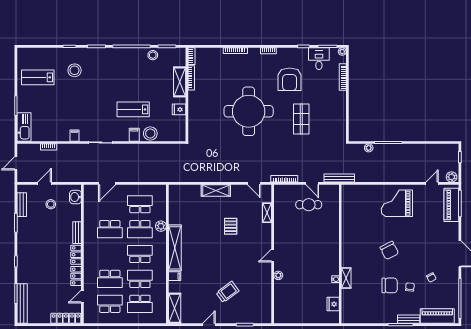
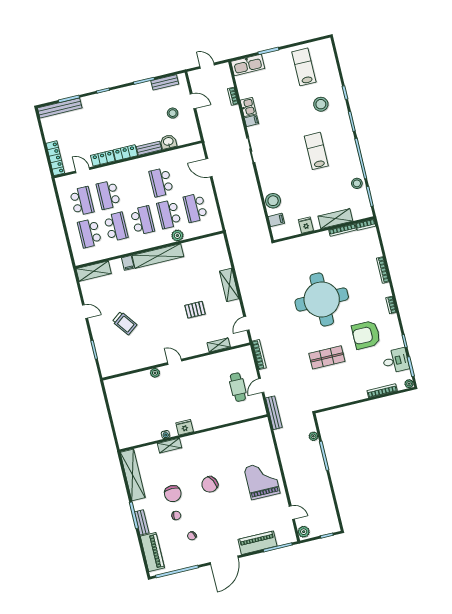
lab bench: (133, 109) -> (316, 151), moved
filing cabinet: (134, 135) -> (276, 220), moved
kitchen sink: (62, 136) -> (248, 107), added
washbasin: (75, 197) -> (168, 142), moved
school desk: (140, 204) -> (195, 208), turned 180
piano: (451, 205) -> (257, 543), moved
fridge: (333, 304) -> (185, 427), moved
shelving: (364, 317) -> (133, 475), added

